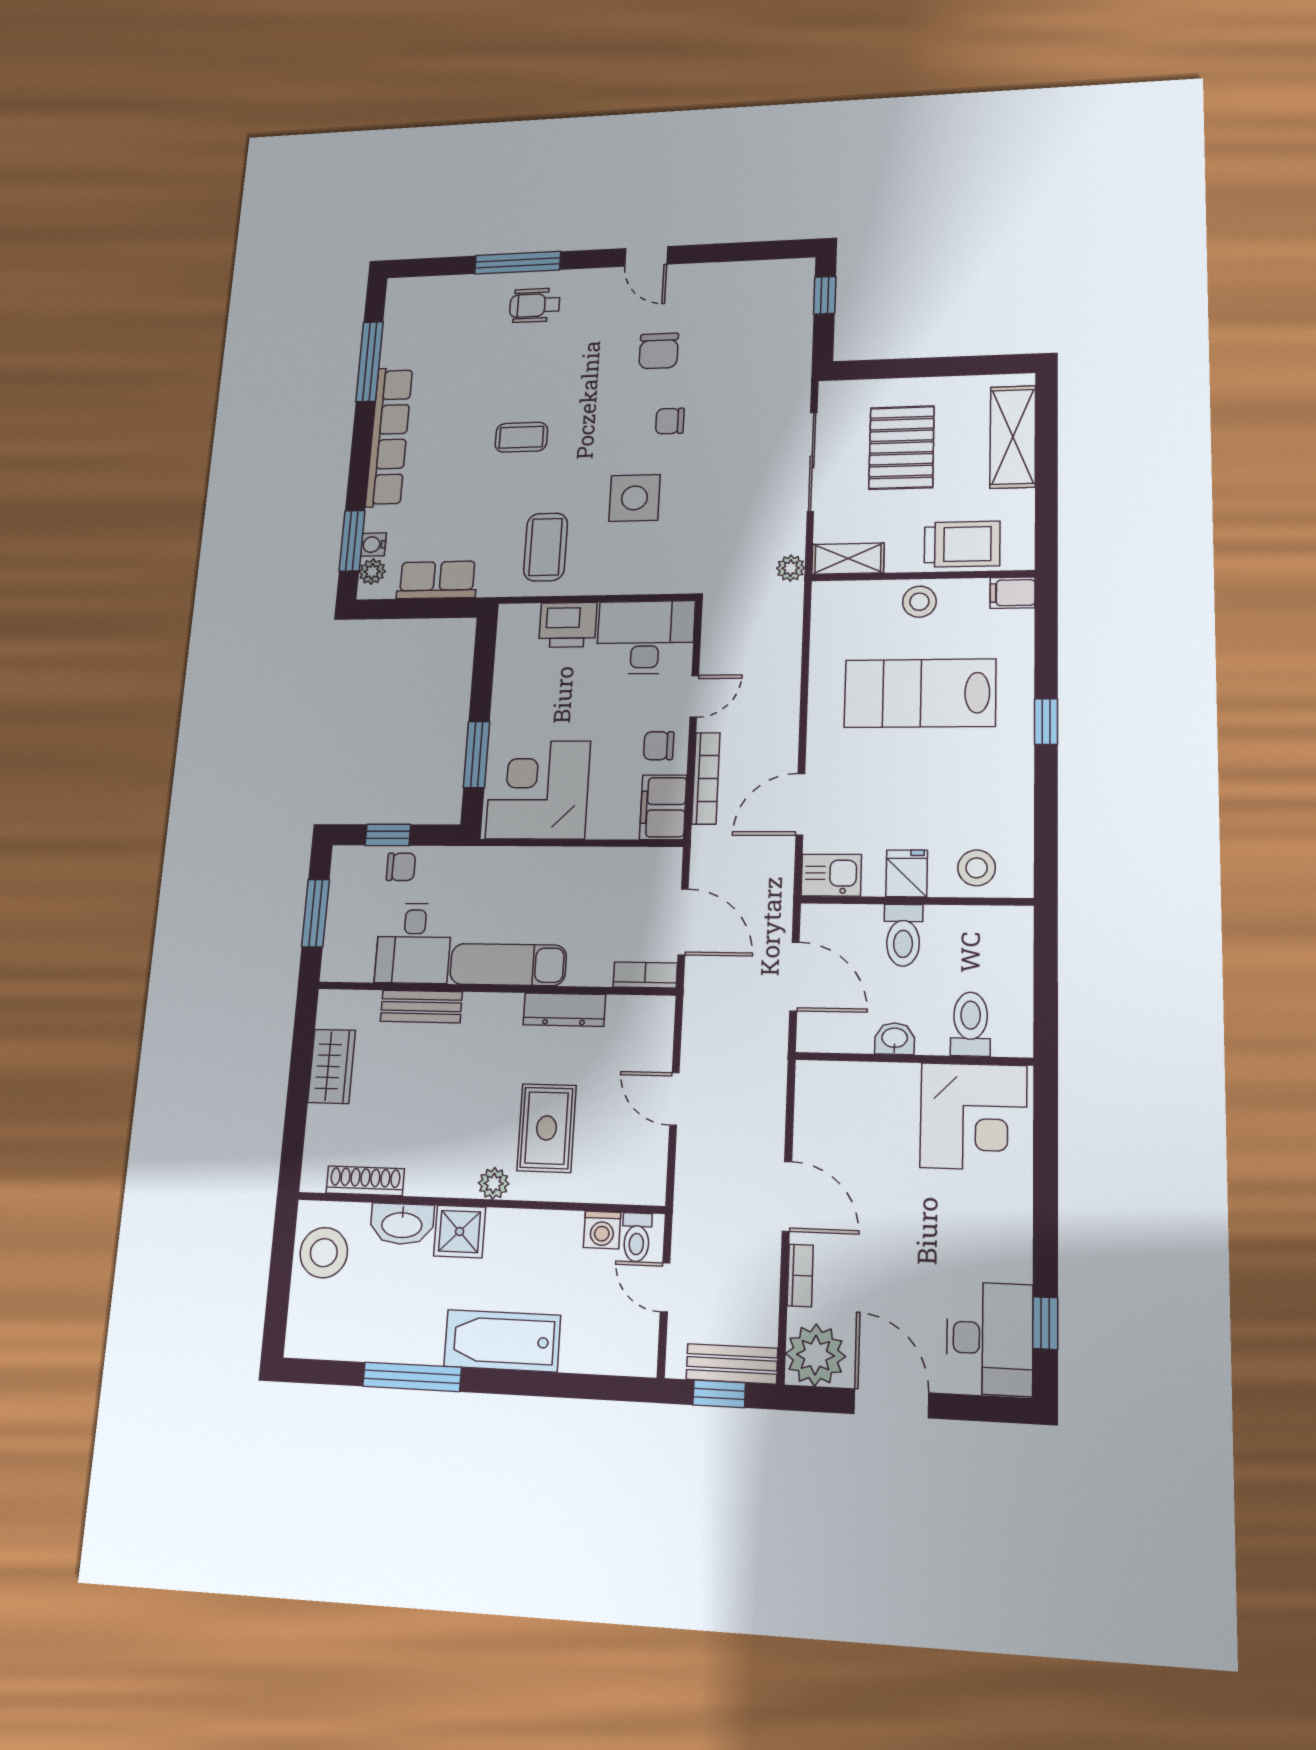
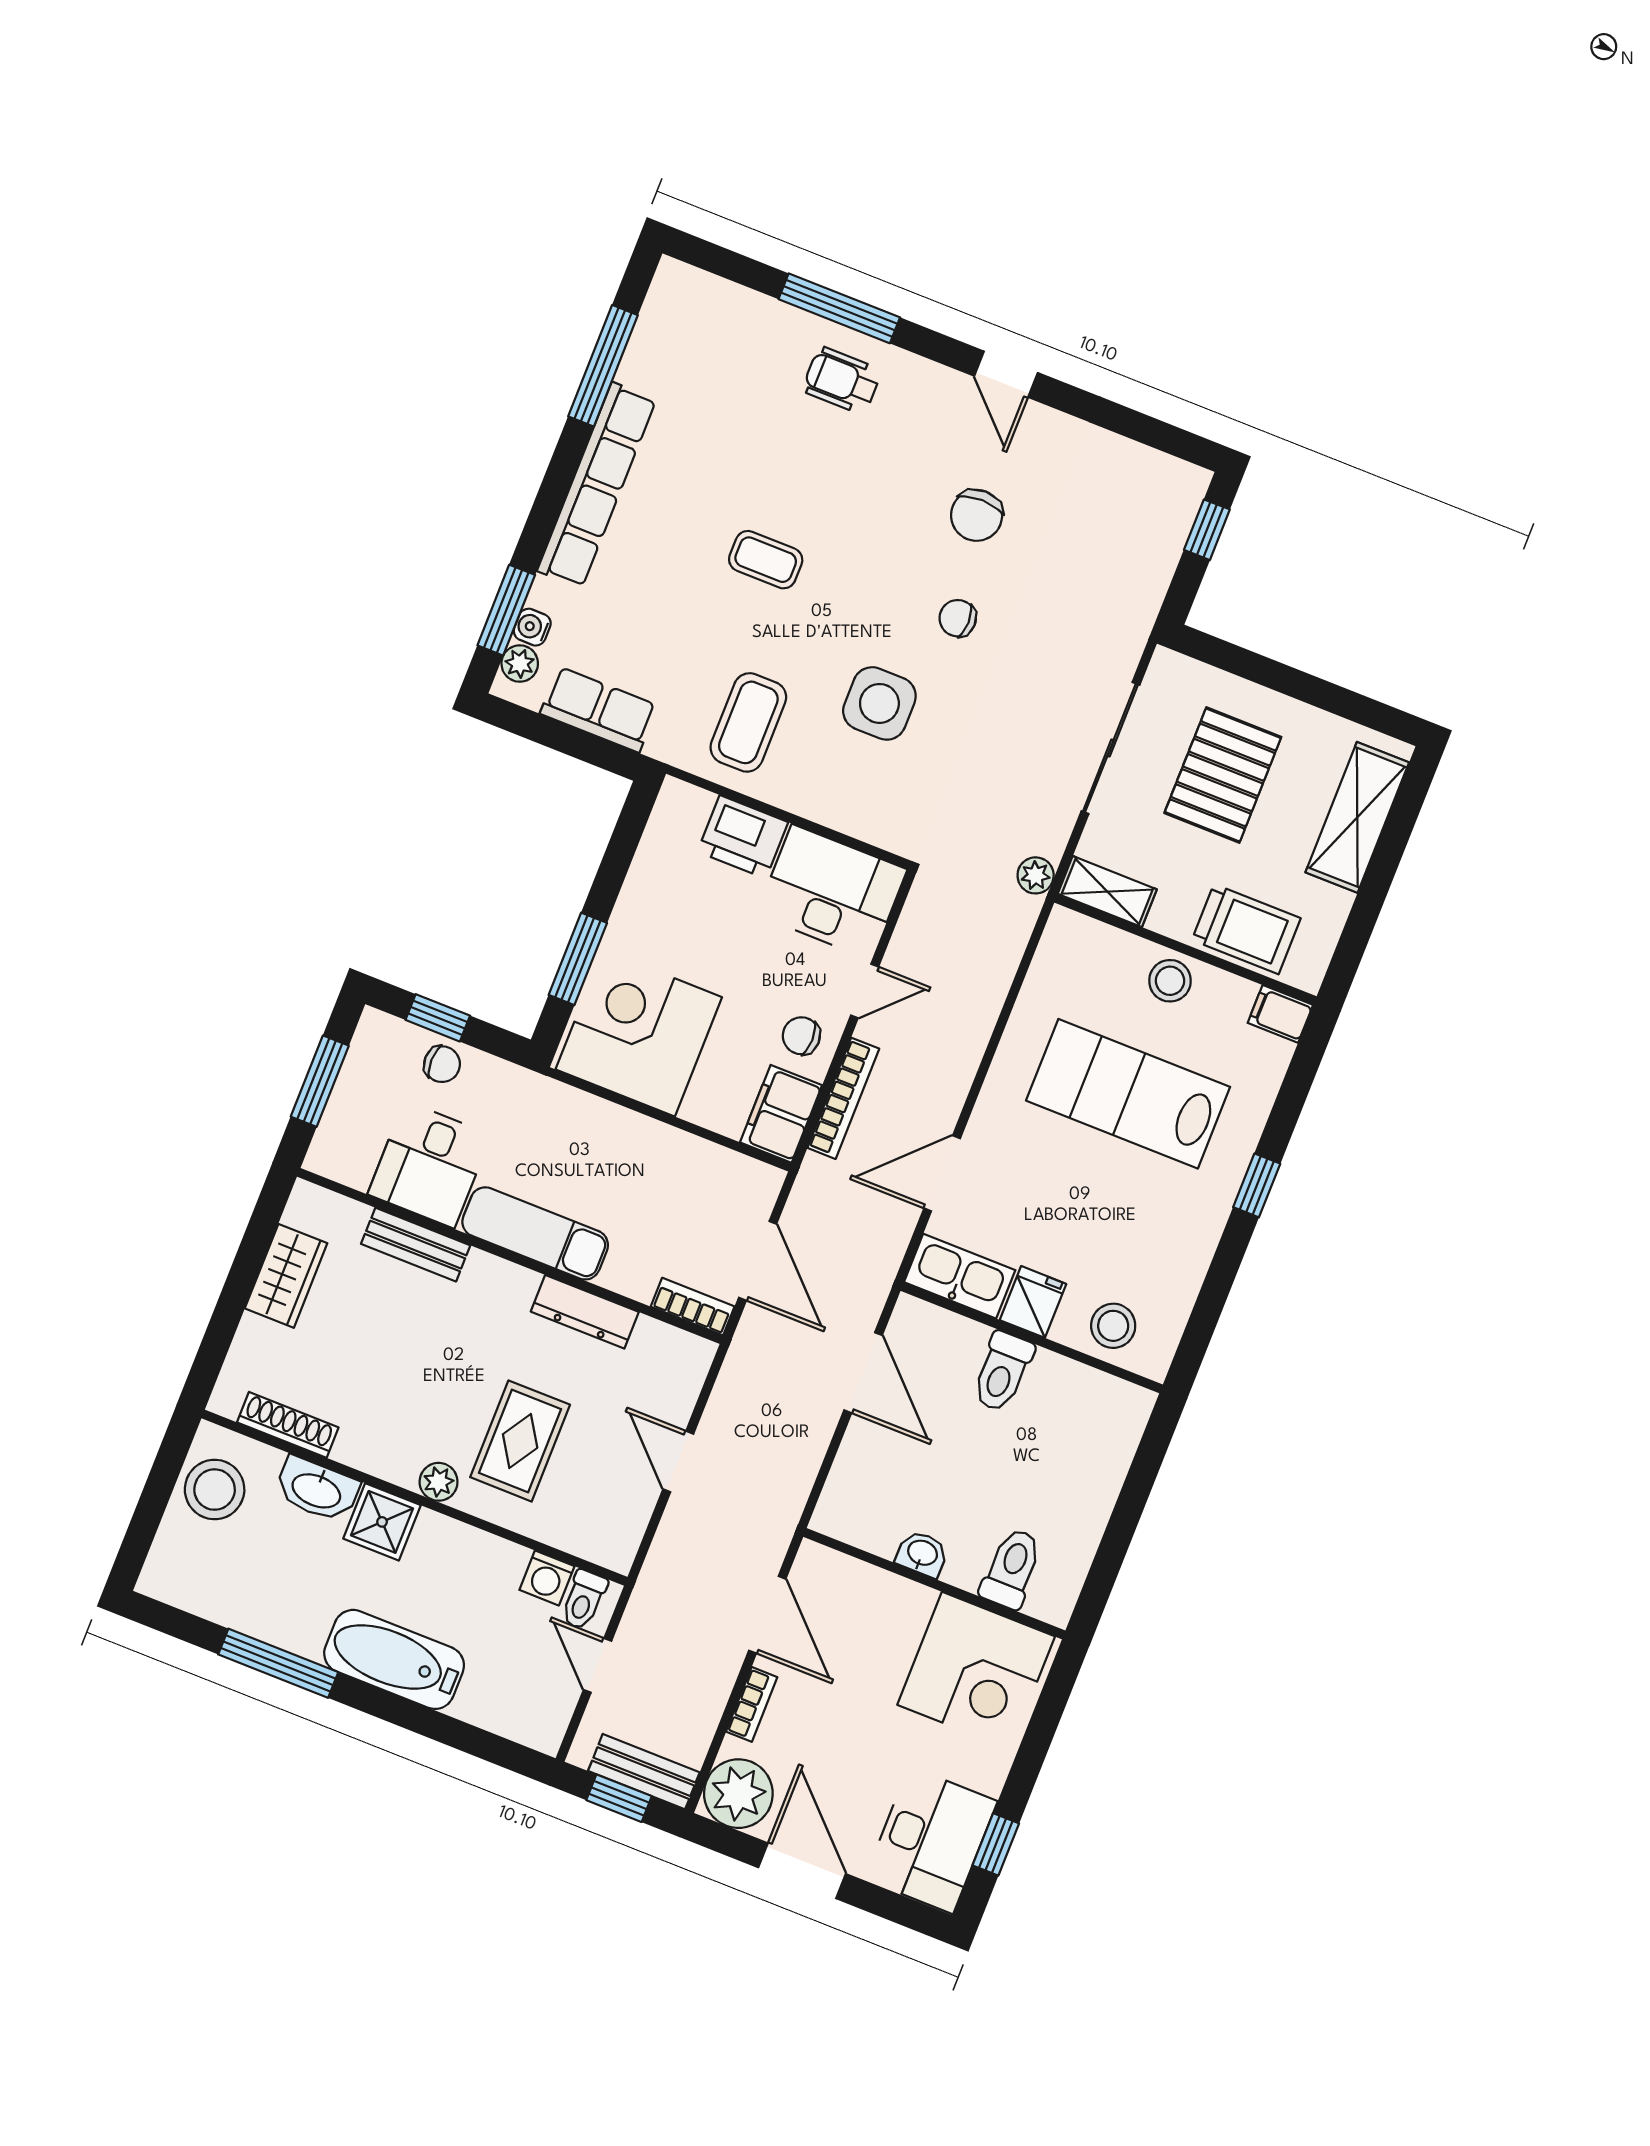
kitchen sink: (831, 875) -> (960, 1276), width x1.38
toilet: (971, 1024) -> (1012, 1568), moved
washbasin: (895, 1039) -> (922, 1554), moved
wall: (913, 1059) -> (934, 1584), moved
corner desk: (974, 1117) -> (976, 1671), moved

